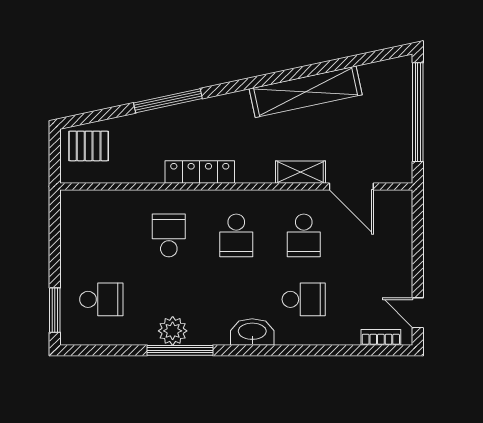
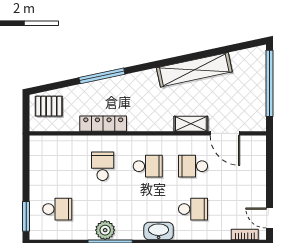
locker: (200, 172) -> (103, 124), moved
school desk: (236, 235) -> (148, 166), turned -90
school desk: (304, 235) -> (193, 166), turned 90

